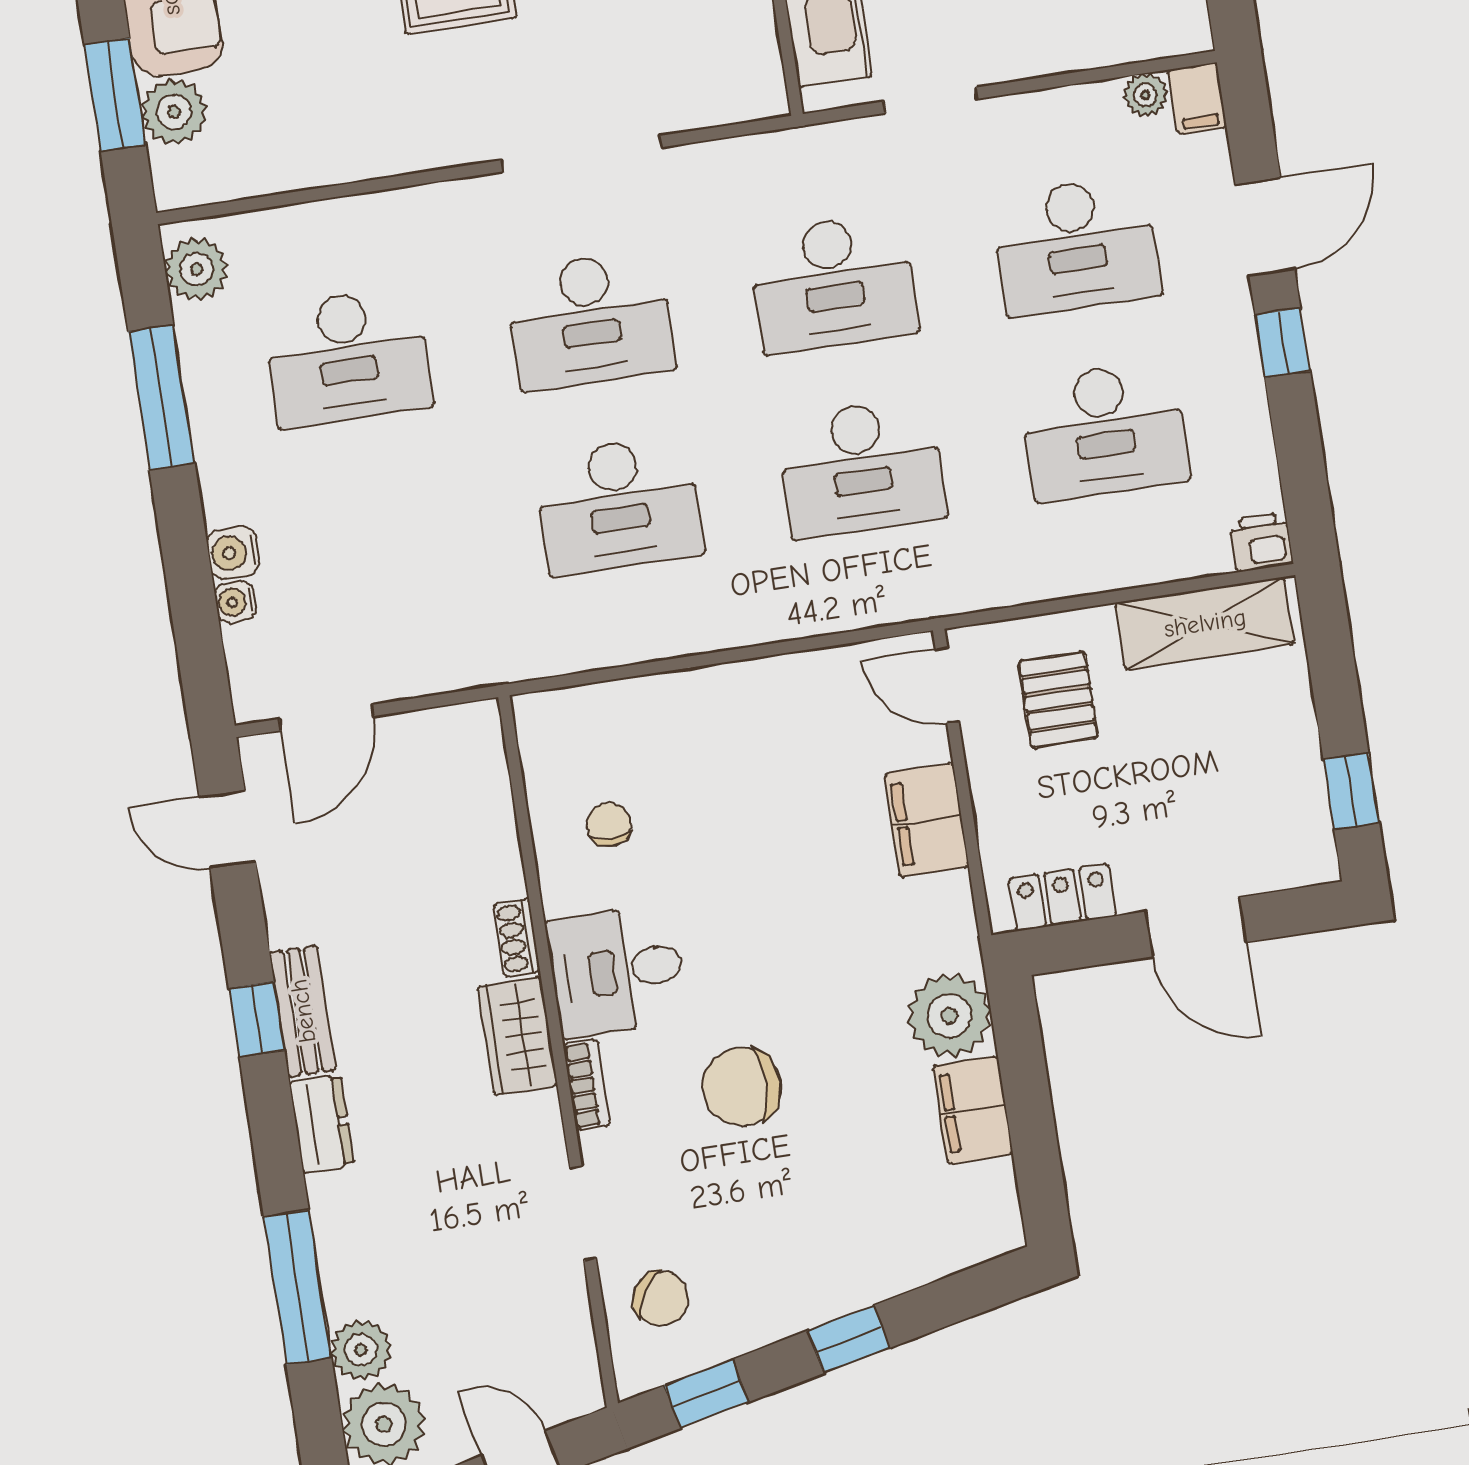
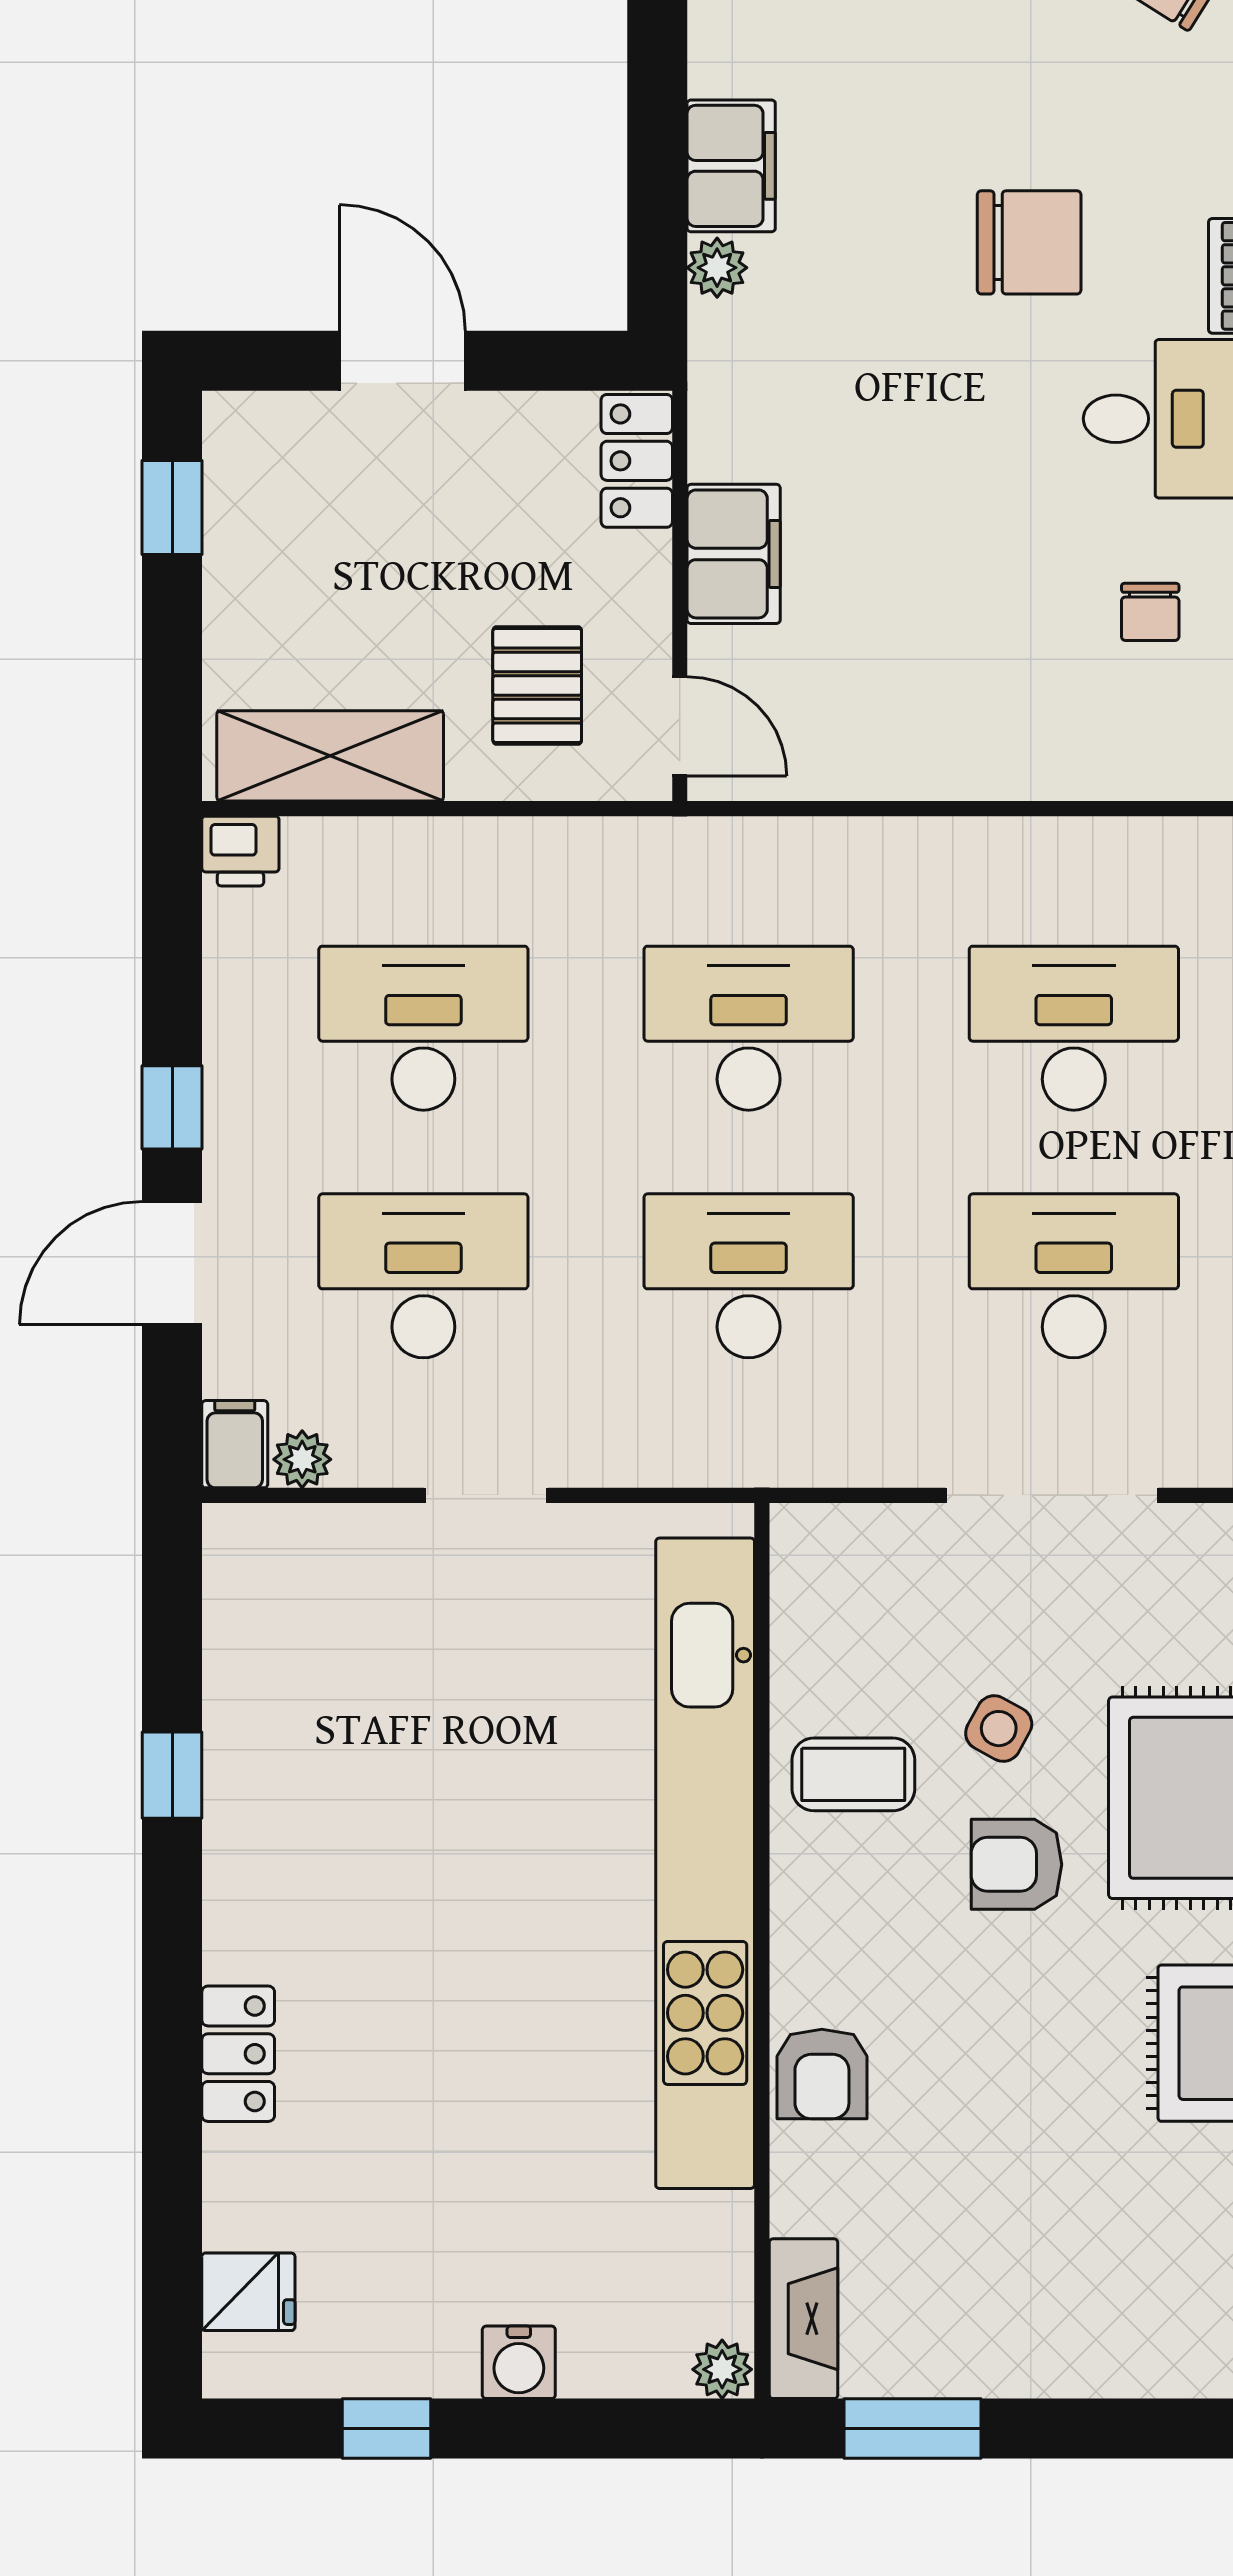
doorway: (931, 100) -> (486, 1495), moved
locker: (1062, 897) -> (637, 461), moved, turned 90
plant: (949, 1016) -> (717, 268), width x0.53, depth x0.53

